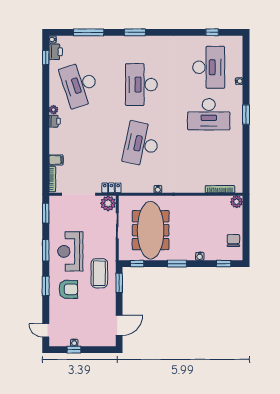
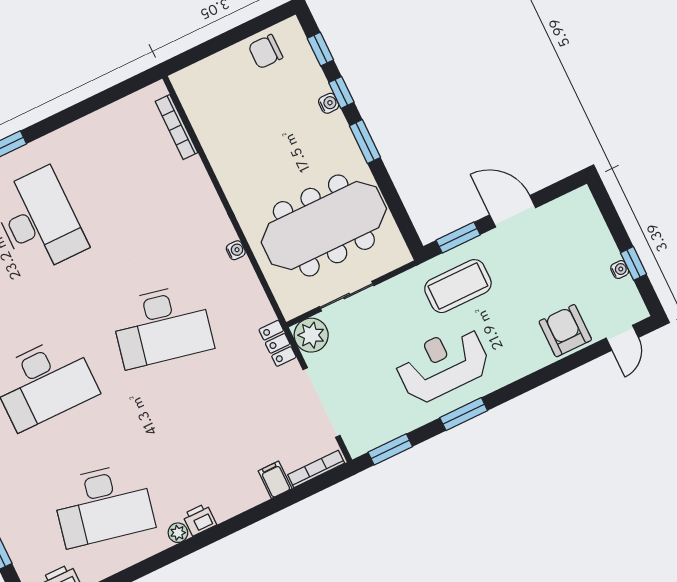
desk: (80, 85) -> (103, 505), turned 30
plant: (237, 202) -> (186, 82), removed
reception desk: (70, 251) -> (442, 364), turned 180
window: (137, 264) -> (341, 92), moved
window: (46, 286) -> (534, 380), removed
armchair: (68, 289) -> (565, 331), moved
door: (119, 325) -> (513, 211), moved

